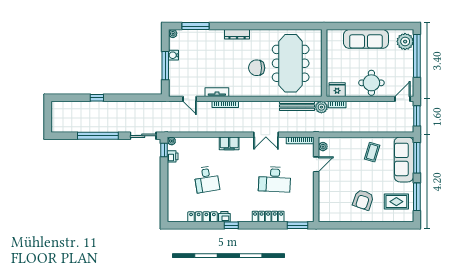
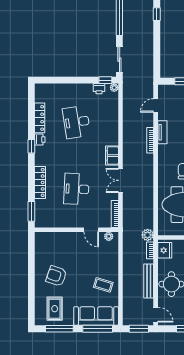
bench: (297, 106) -> (149, 281), moved
filing cabinet: (229, 143) -> (112, 156), moved
desk: (207, 179) -> (76, 122), width x1.37

